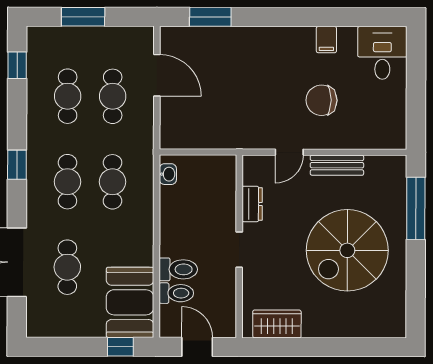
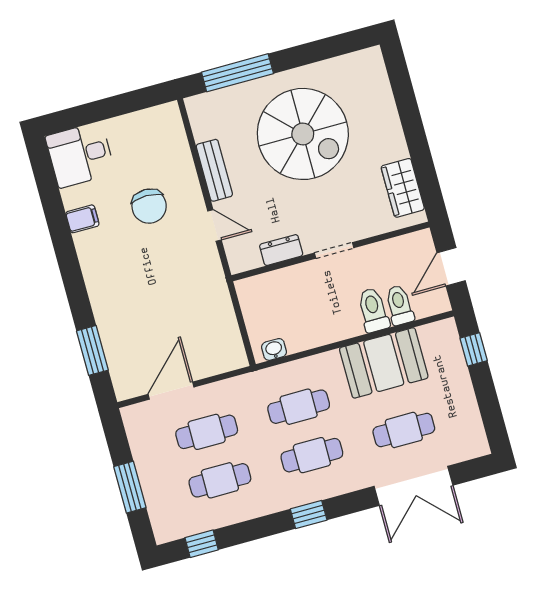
booth: (130, 302) -> (384, 363), moved

